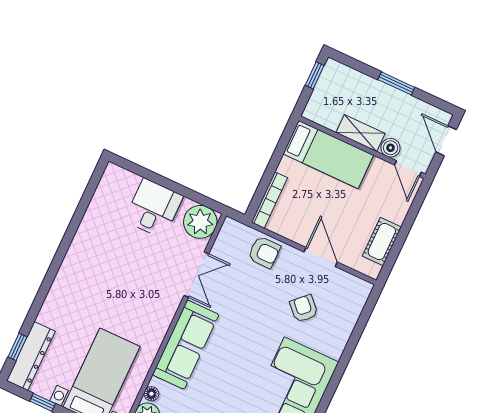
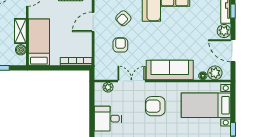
boiler: (391, 148) -> (21, 50), moved
plant: (200, 222) -> (108, 87), width x0.53, depth x0.53
armchair: (264, 252) -> (120, 45), moved
armchair: (138, 294) -> (155, 106), added

